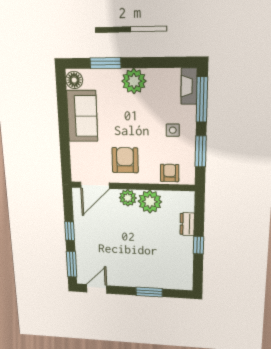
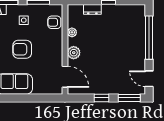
armchair: (125, 160) -> (22, 49), moved
plant: (150, 202) -> (72, 32), width x0.53, depth x0.53
window: (149, 292) -> (149, 38), width x2.11

